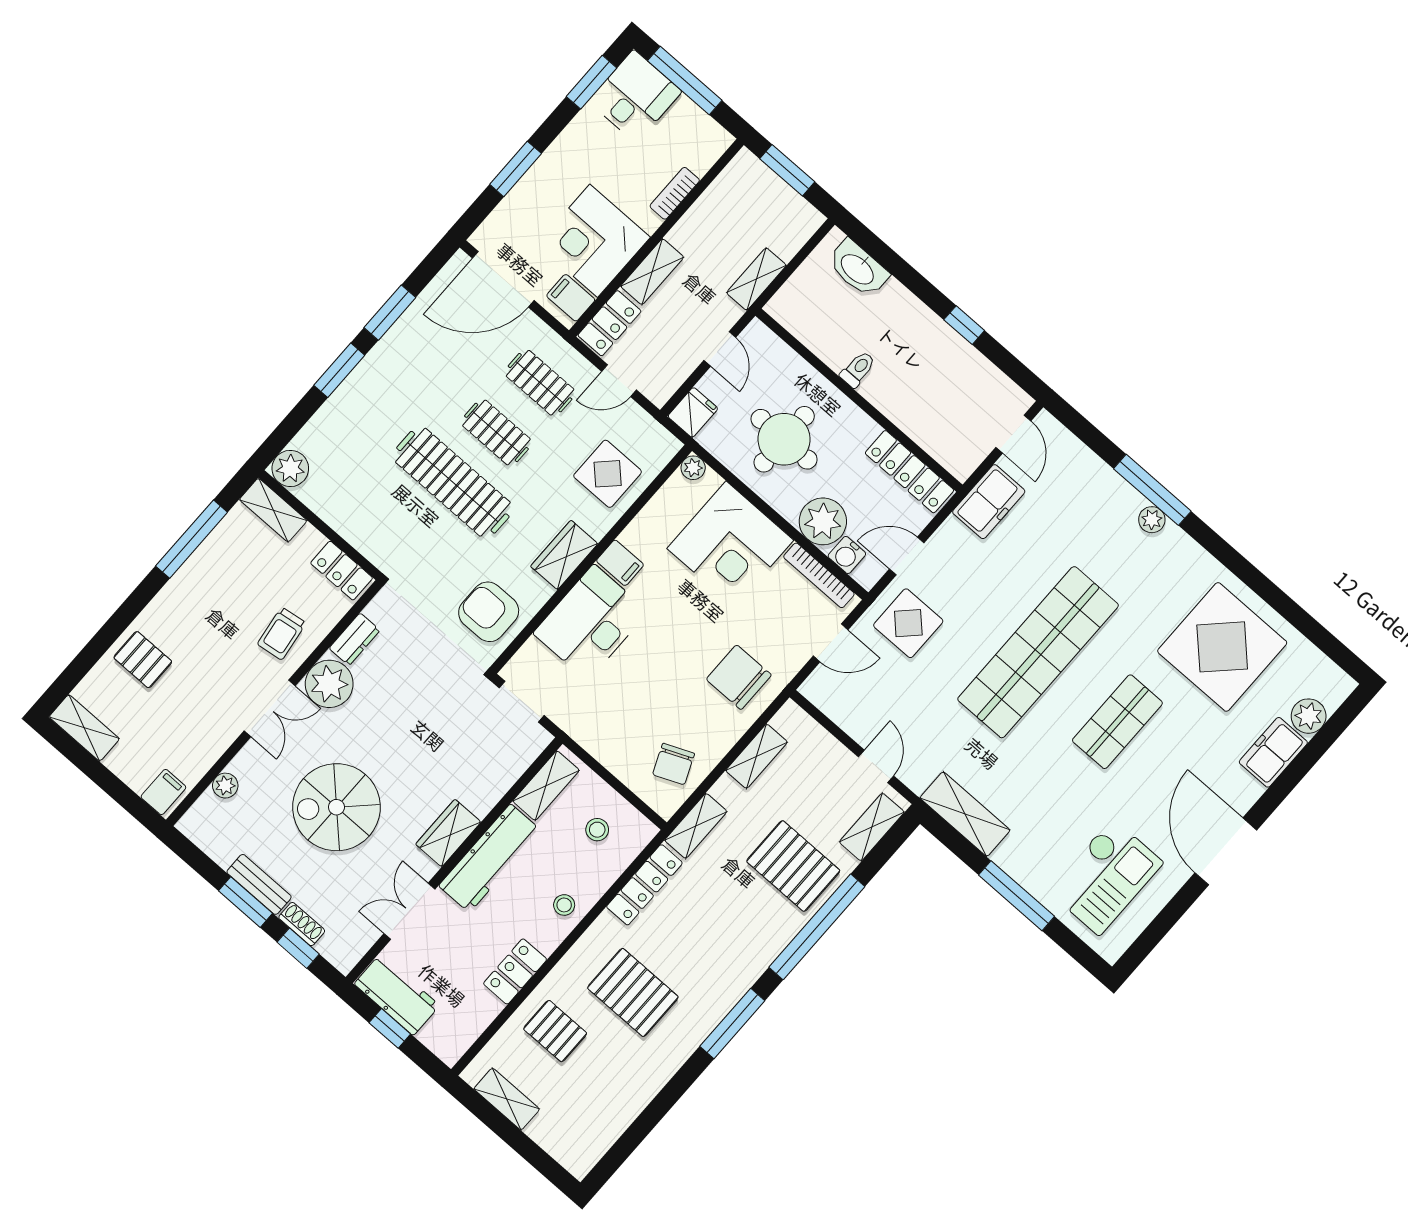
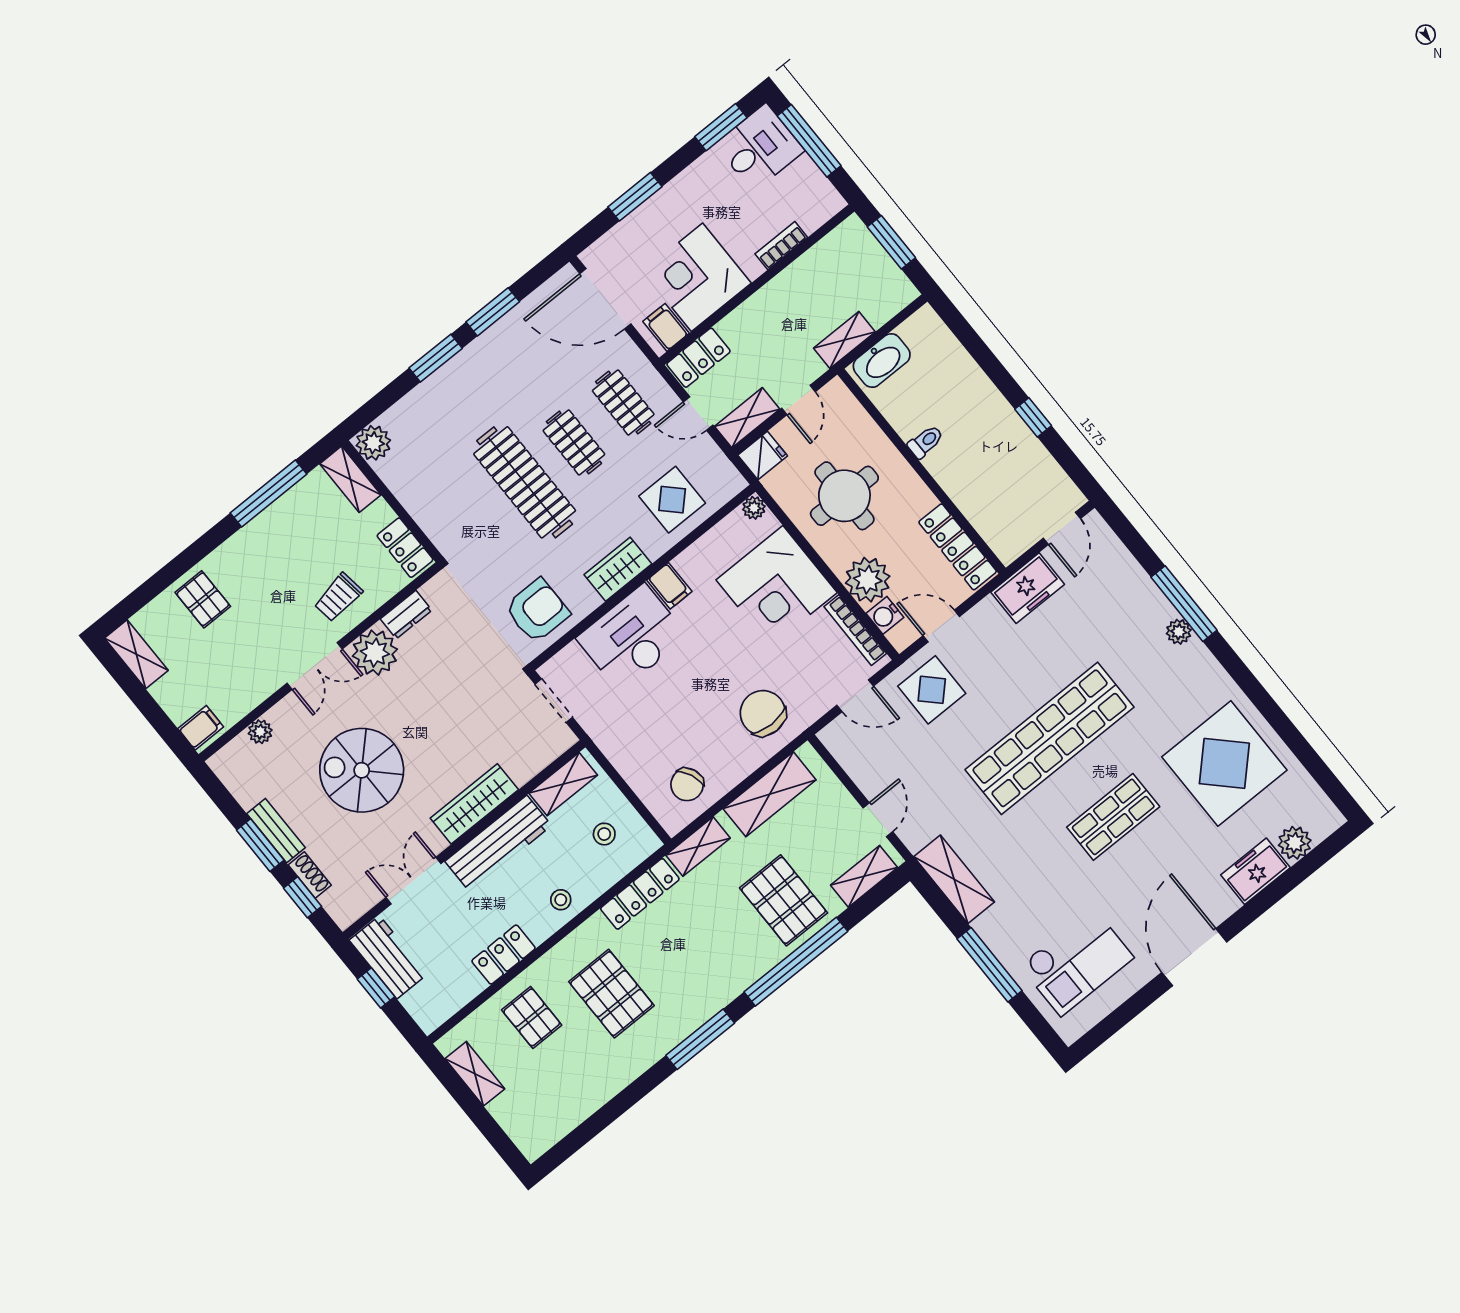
washbasin: (858, 269) -> (882, 361), moved, turned -90
shelving: (652, 272) -> (747, 418), moved
armchair: (489, 612) -> (537, 611), turned 90
shelving: (757, 756) -> (770, 794), width x1.50, depth x1.33
wardrobe: (448, 833) -> (474, 804), width x1.50

